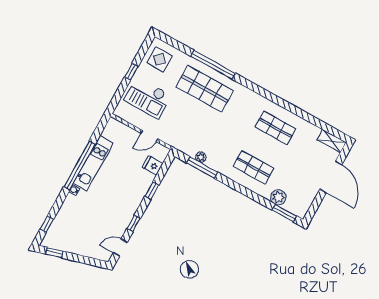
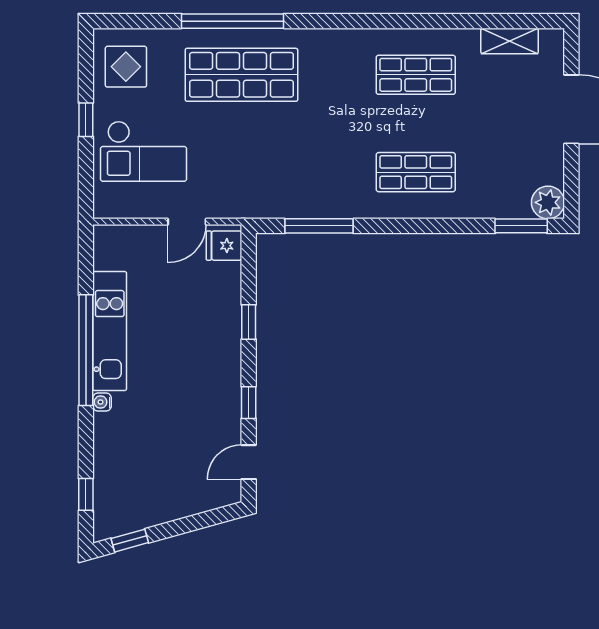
shelving: (332, 141) -> (510, 41), moved
plant: (201, 157) -> (306, 208), removed
fridge: (153, 165) -> (224, 246), moved
plant: (278, 197) -> (548, 202), moved

